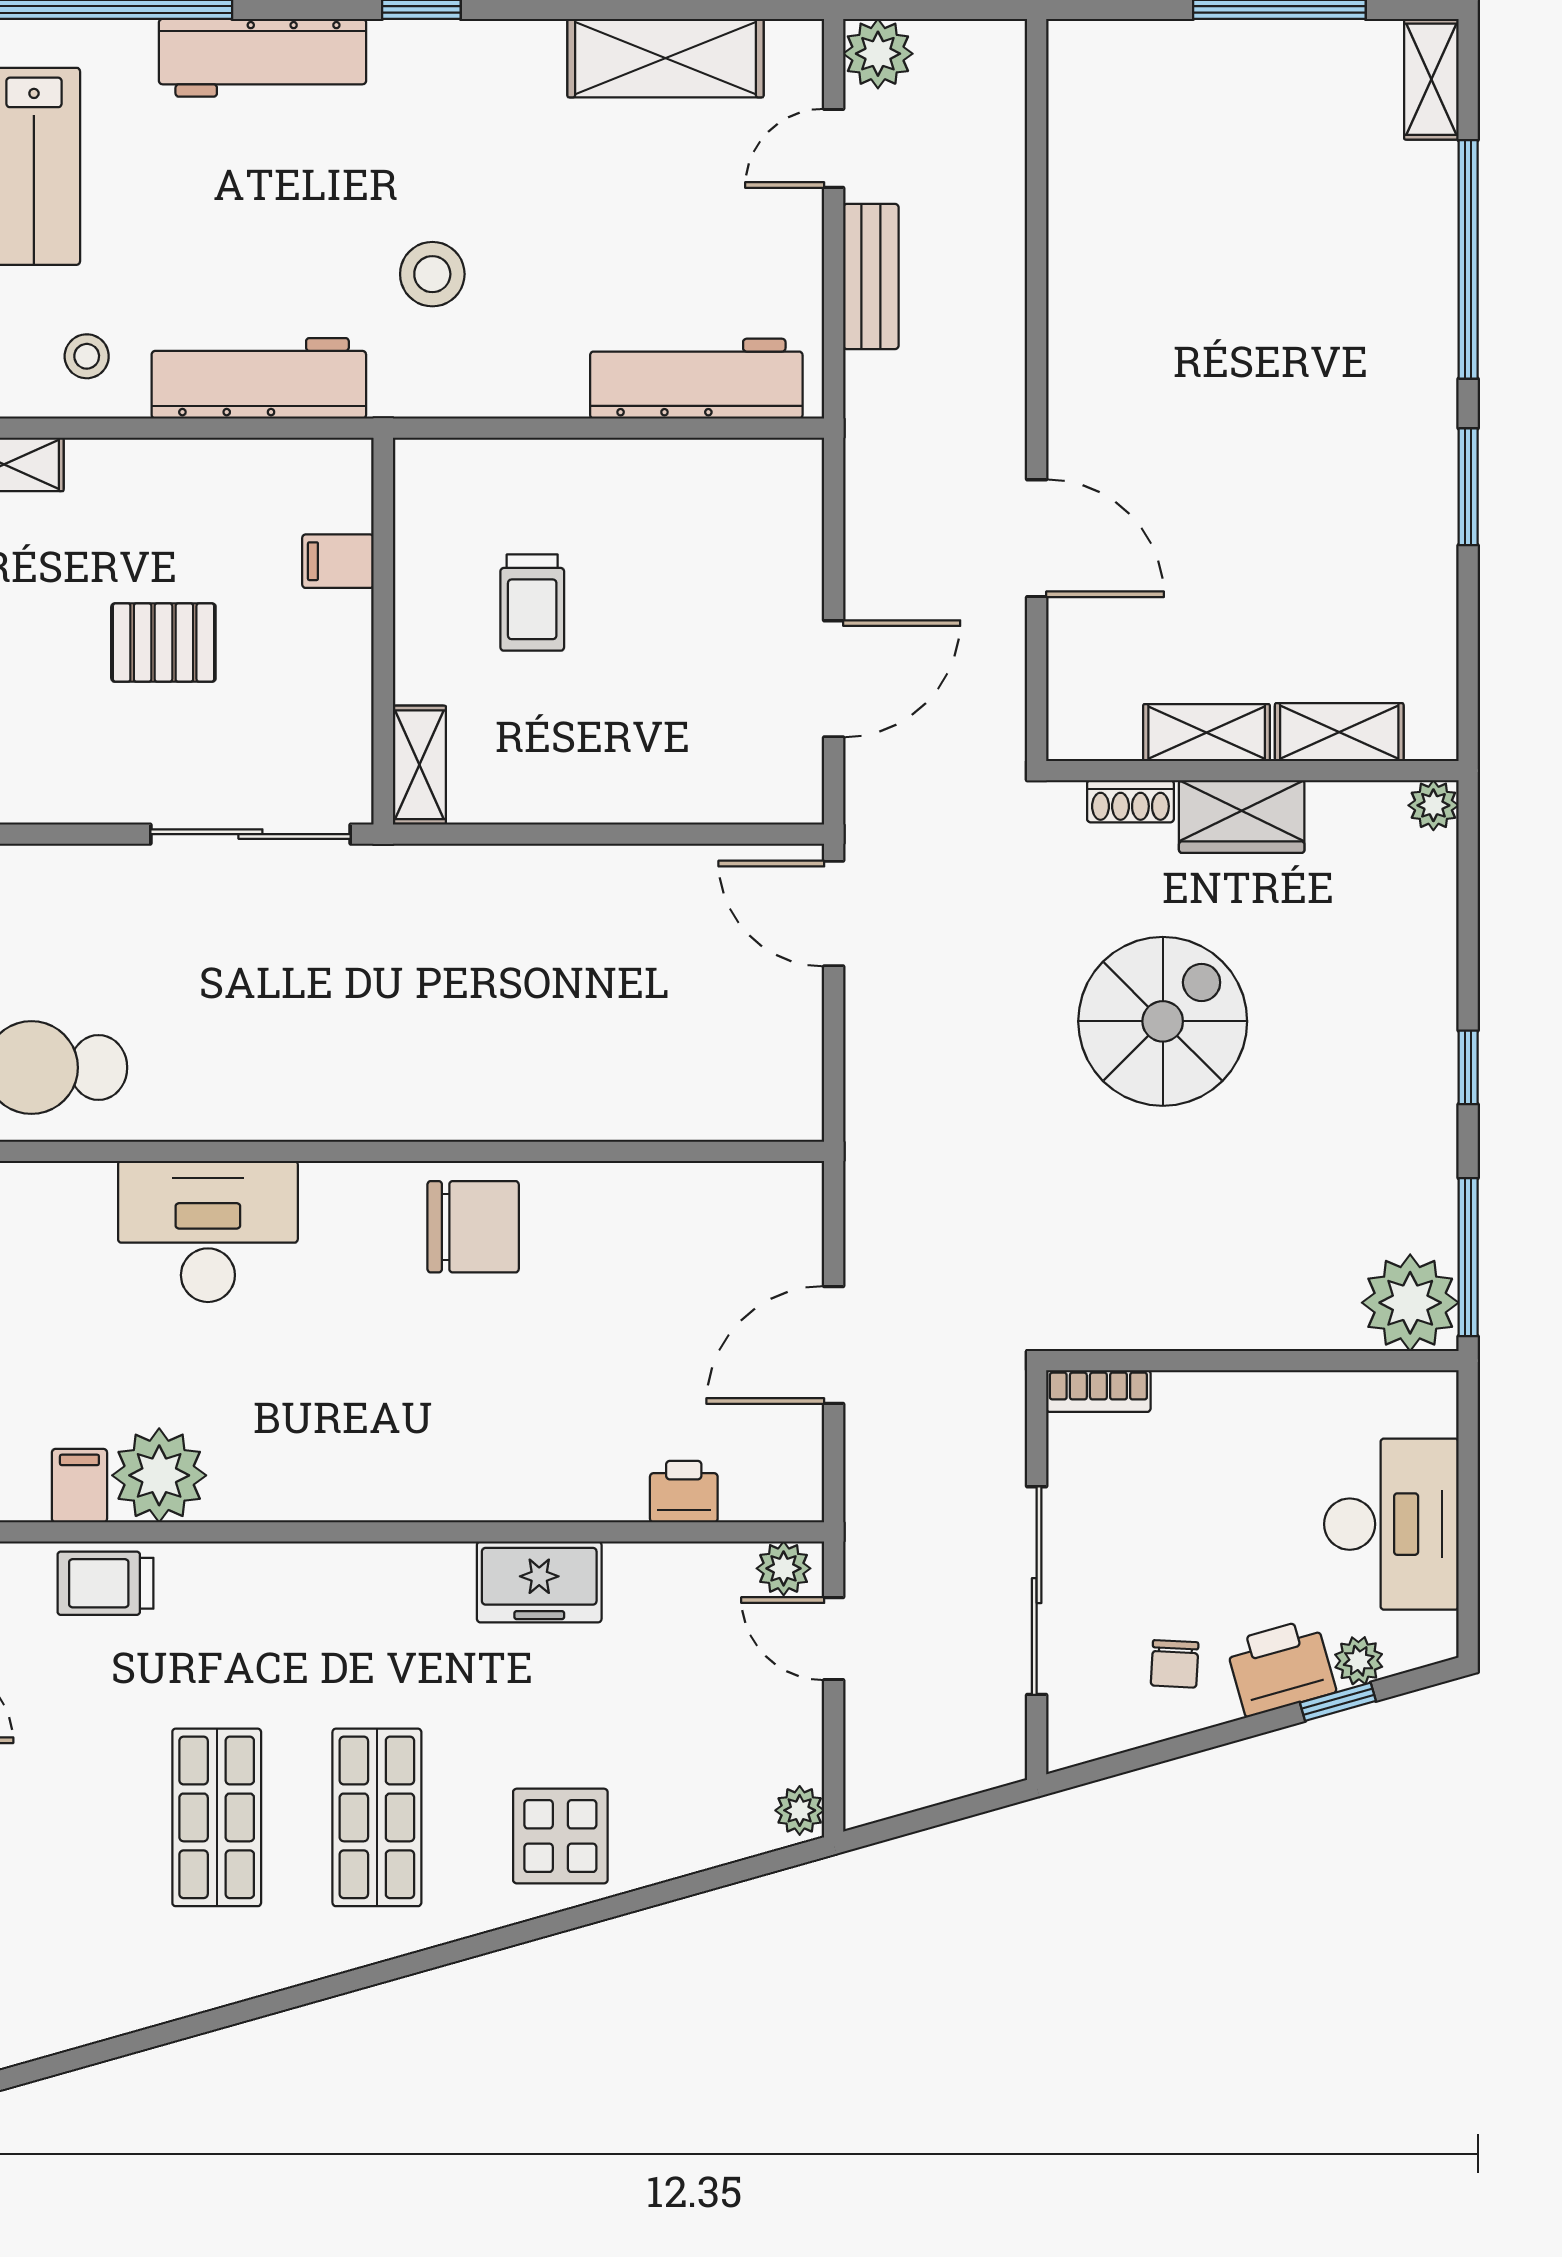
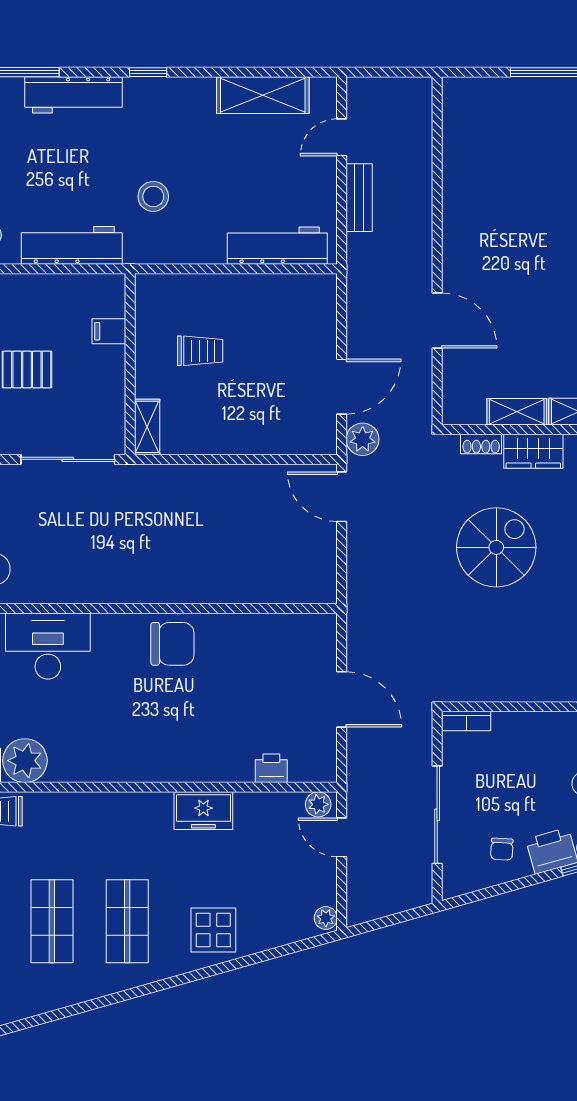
plant: (878, 54) -> (363, 439), moved
trolley: (532, 603) -> (200, 351), turned -90
door: (834, 1345) -> (342, 699), swing flipped

